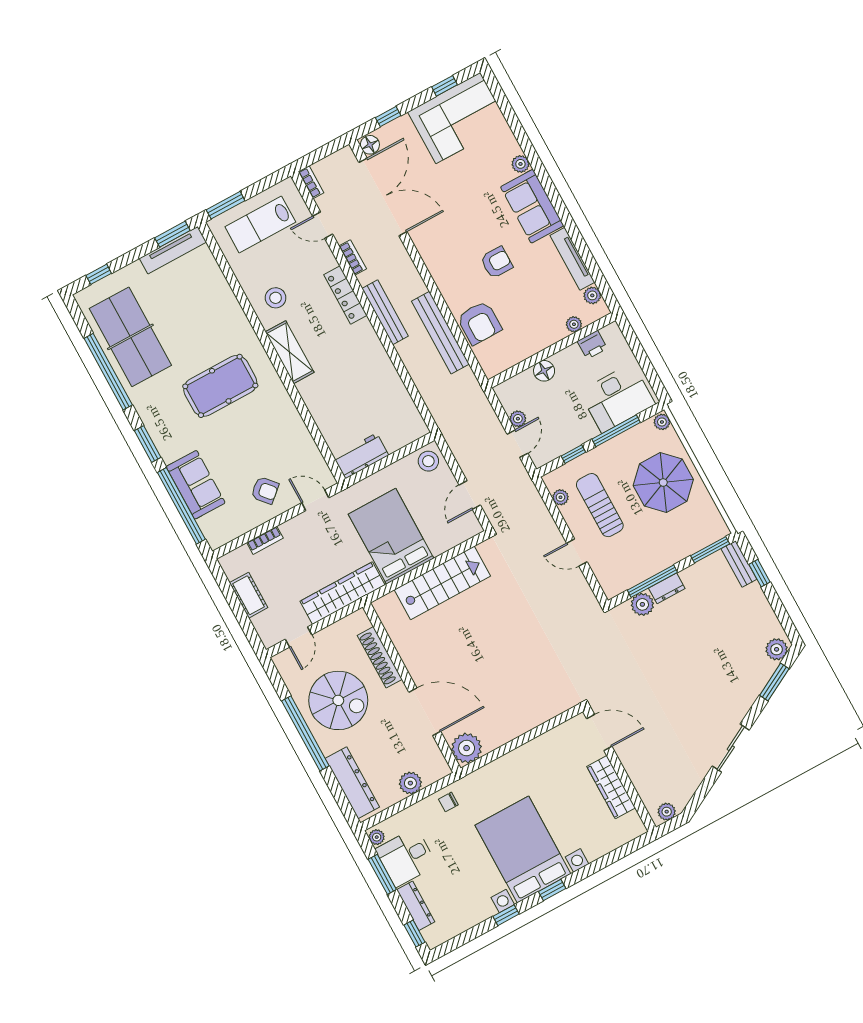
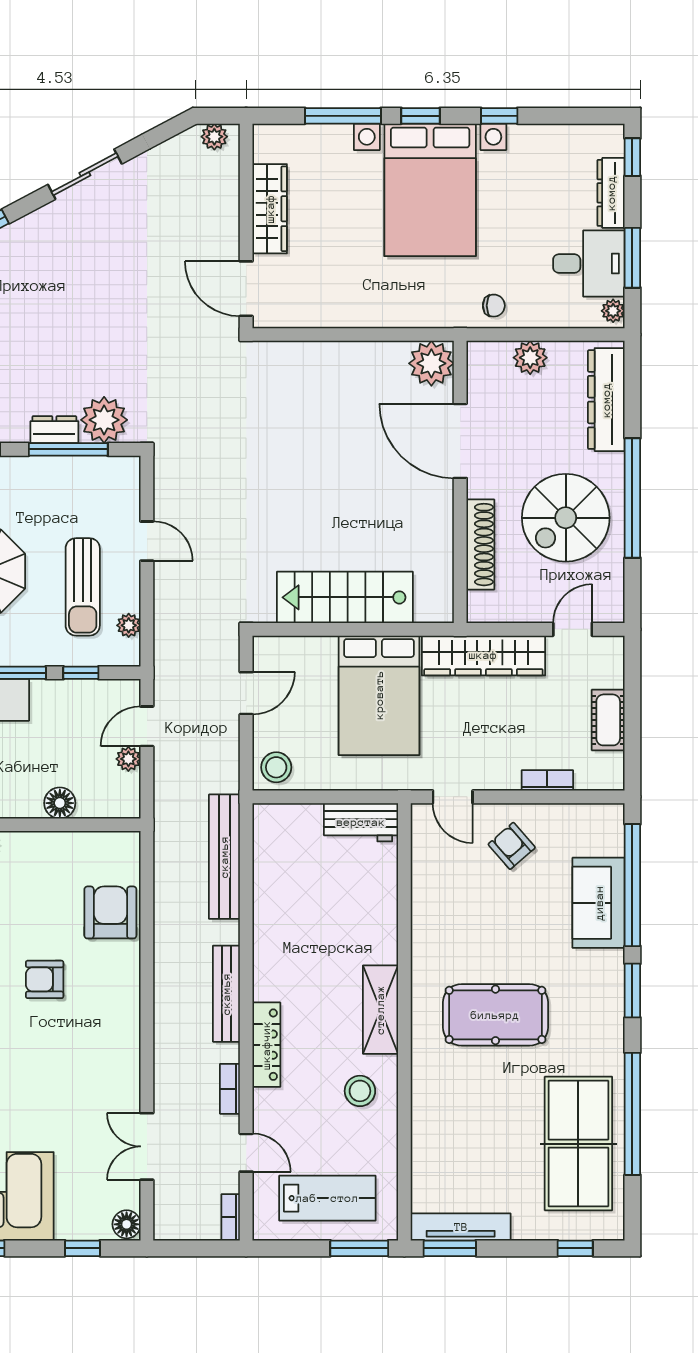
double door: (383, 197) -> (147, 1146), width x0.54
bench: (440, 333) -> (224, 857), moved
plant: (642, 604) -> (104, 420), width x1.36, depth x1.36
spiral stairs: (338, 700) -> (566, 518), turned -90
window: (598, 865) -> (343, 116), added

